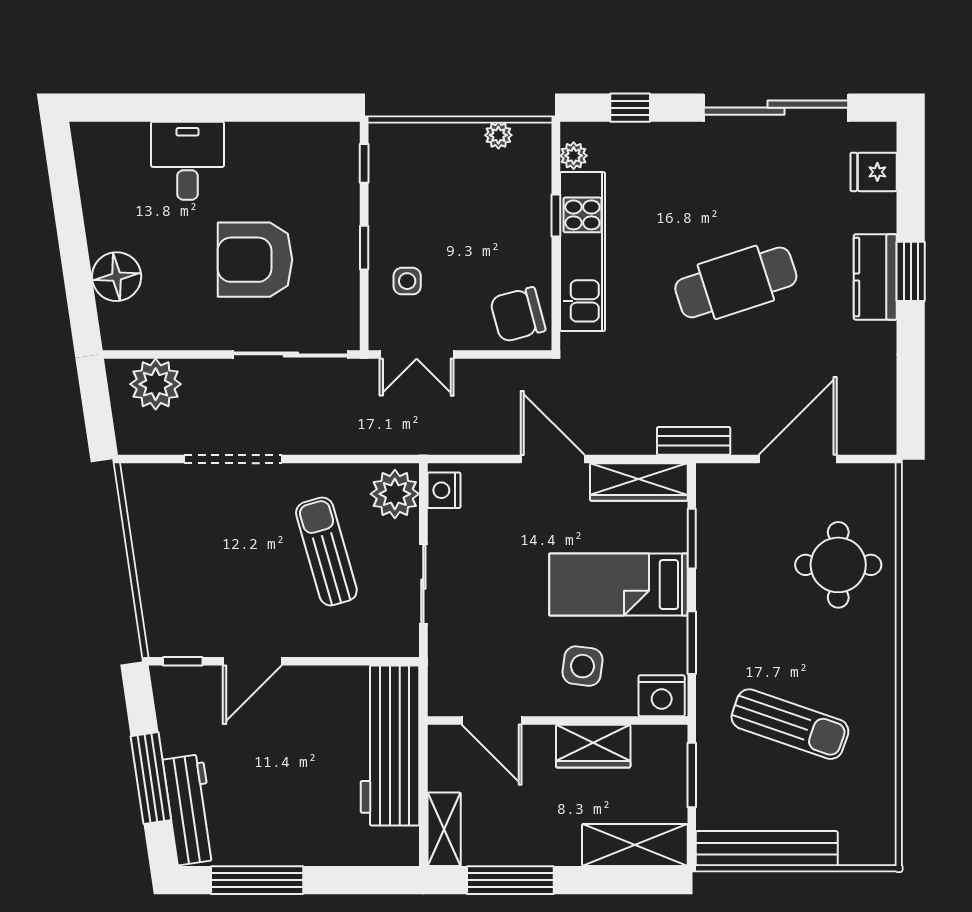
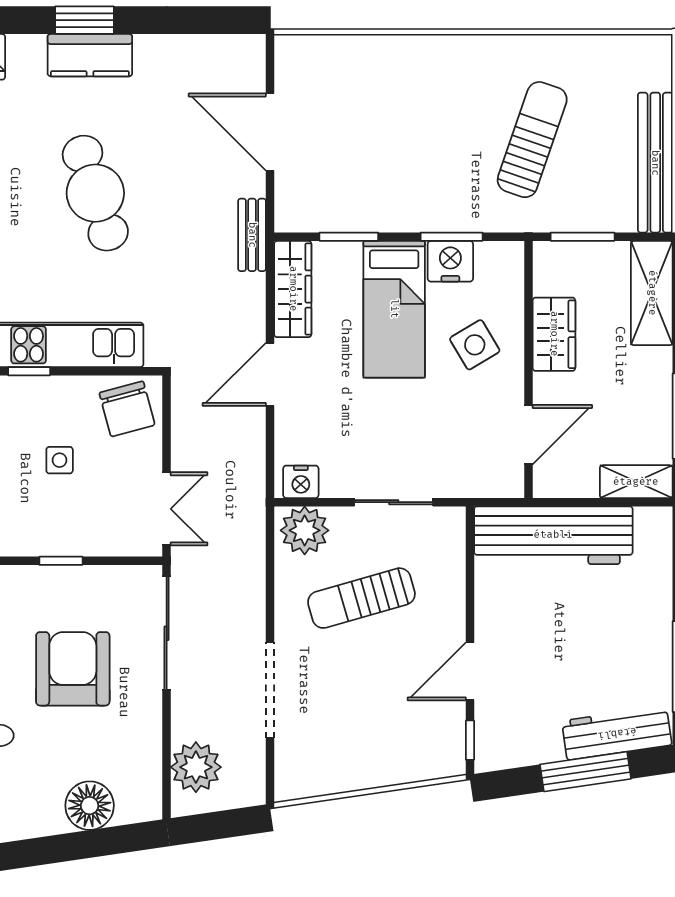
armchair: (255, 260) -> (73, 669), turned 180
side table: (407, 281) -> (60, 460), moved
round table: (838, 565) -> (375, 92), removed
door: (252, 661) -> (470, 671), swing flipped
side table: (582, 666) -> (475, 345), turned -38
nightstand: (662, 696) -> (450, 261), moved, turned -90

